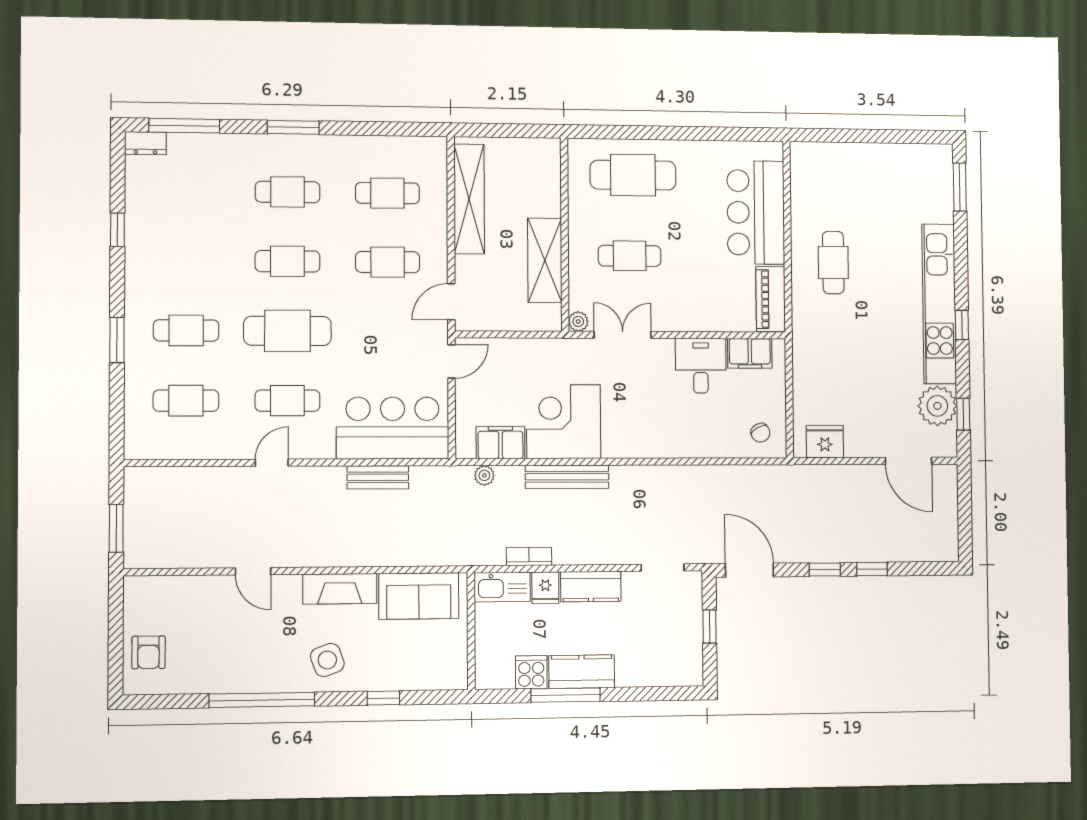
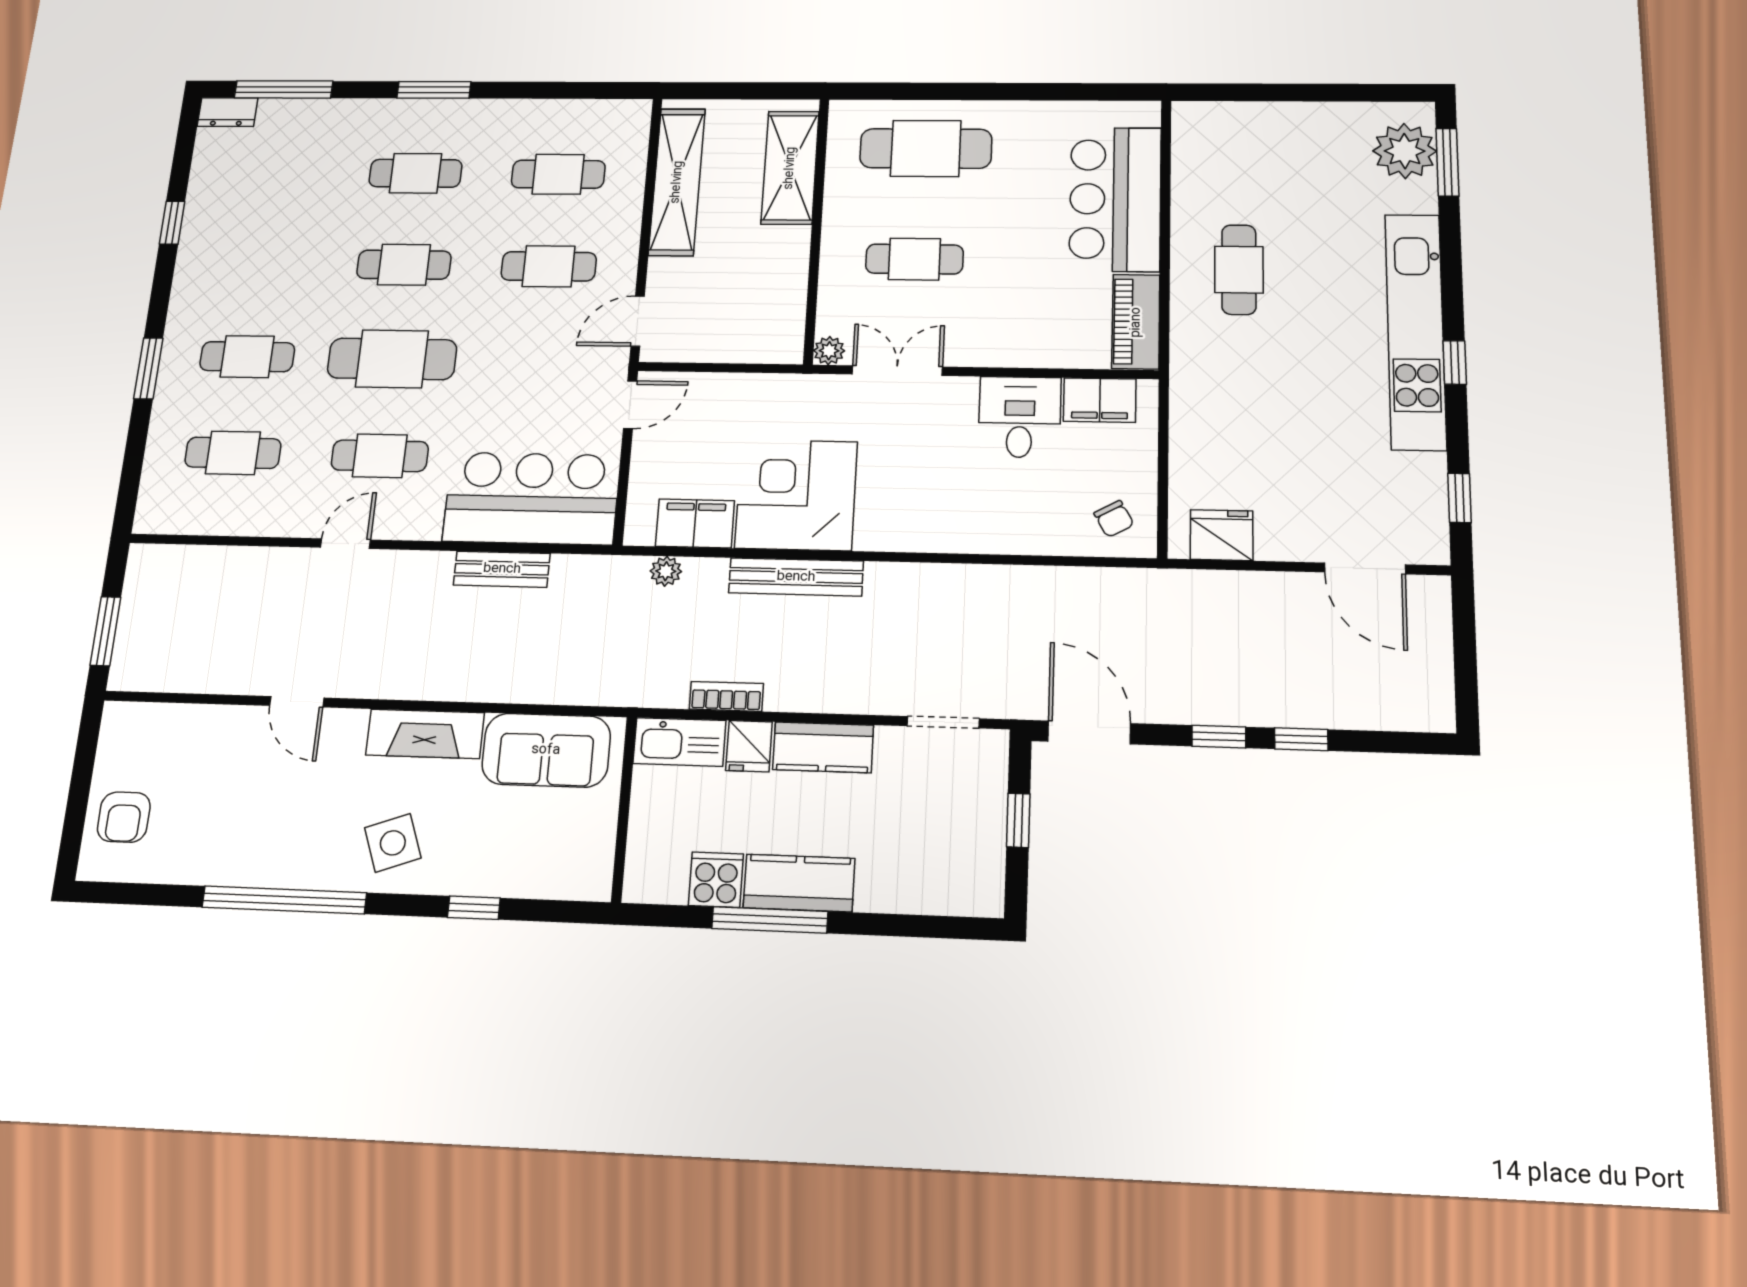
shelving: (545, 260) -> (790, 168), moved
plant: (937, 406) -> (1405, 151), moved

